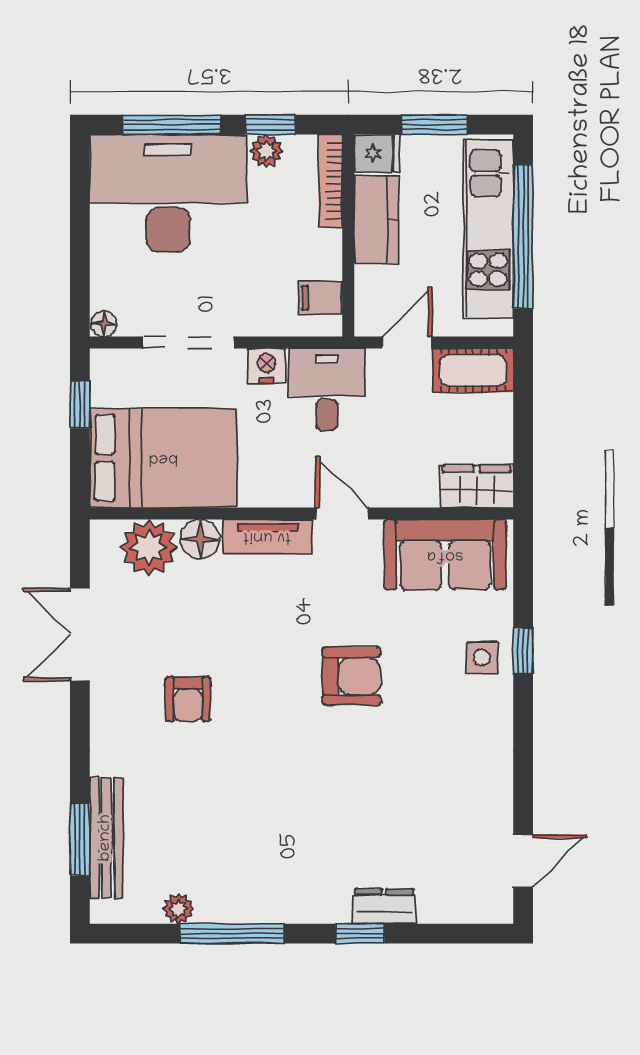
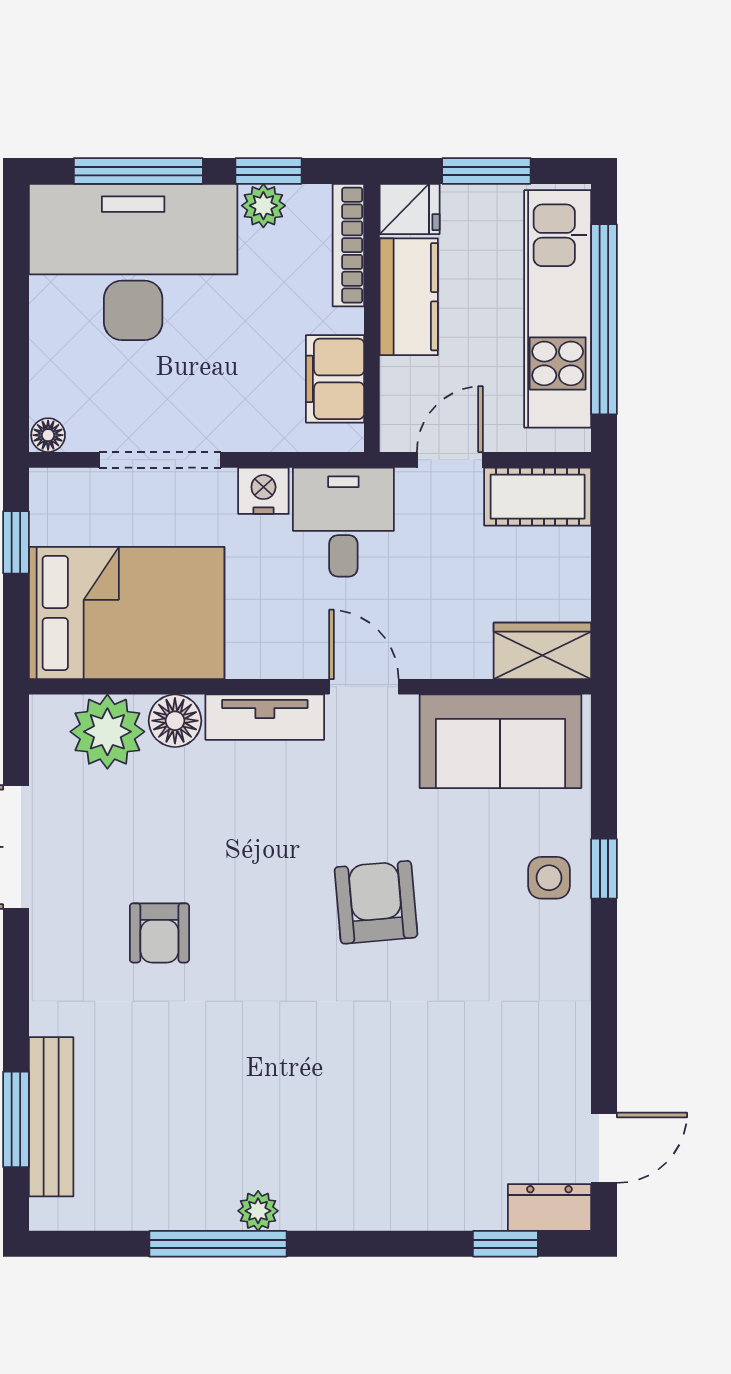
filing cabinet: (320, 298) -> (335, 379), width x2.00
armchair: (351, 676) -> (376, 902), turned -95
dresser: (384, 906) -> (549, 1207), moved
plant: (179, 909) -> (258, 1211), moved
window: (360, 934) -> (505, 1244), moved

